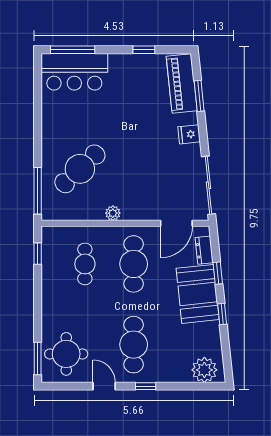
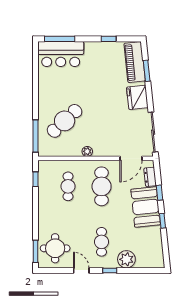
fridge: (189, 134) -> (137, 97), width x1.88, depth x1.34
cafe table: (134, 345) -> (102, 242), width x0.73, depth x0.74
plant: (204, 370) -> (126, 259), moved

